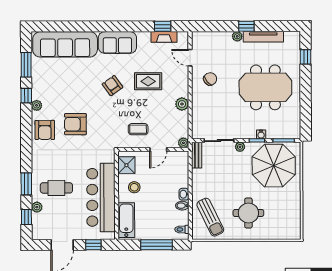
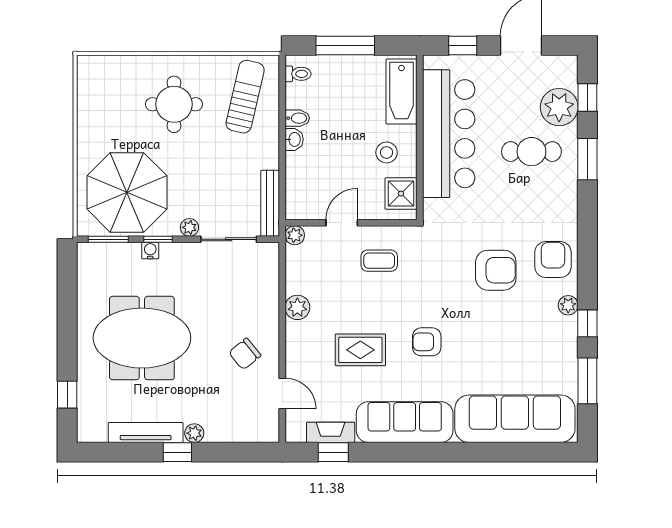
sofa: (117, 43) -> (405, 422), width x1.36
armchair: (112, 86) -> (427, 342), turned 126
bench: (197, 155) -> (270, 203), width x1.36
plant: (37, 207) -> (559, 107), width x1.87, depth x1.87
sun lounger: (210, 217) -> (245, 97), turned 39

